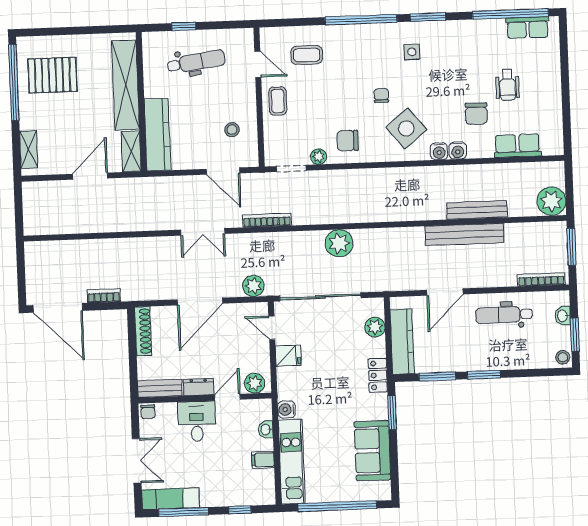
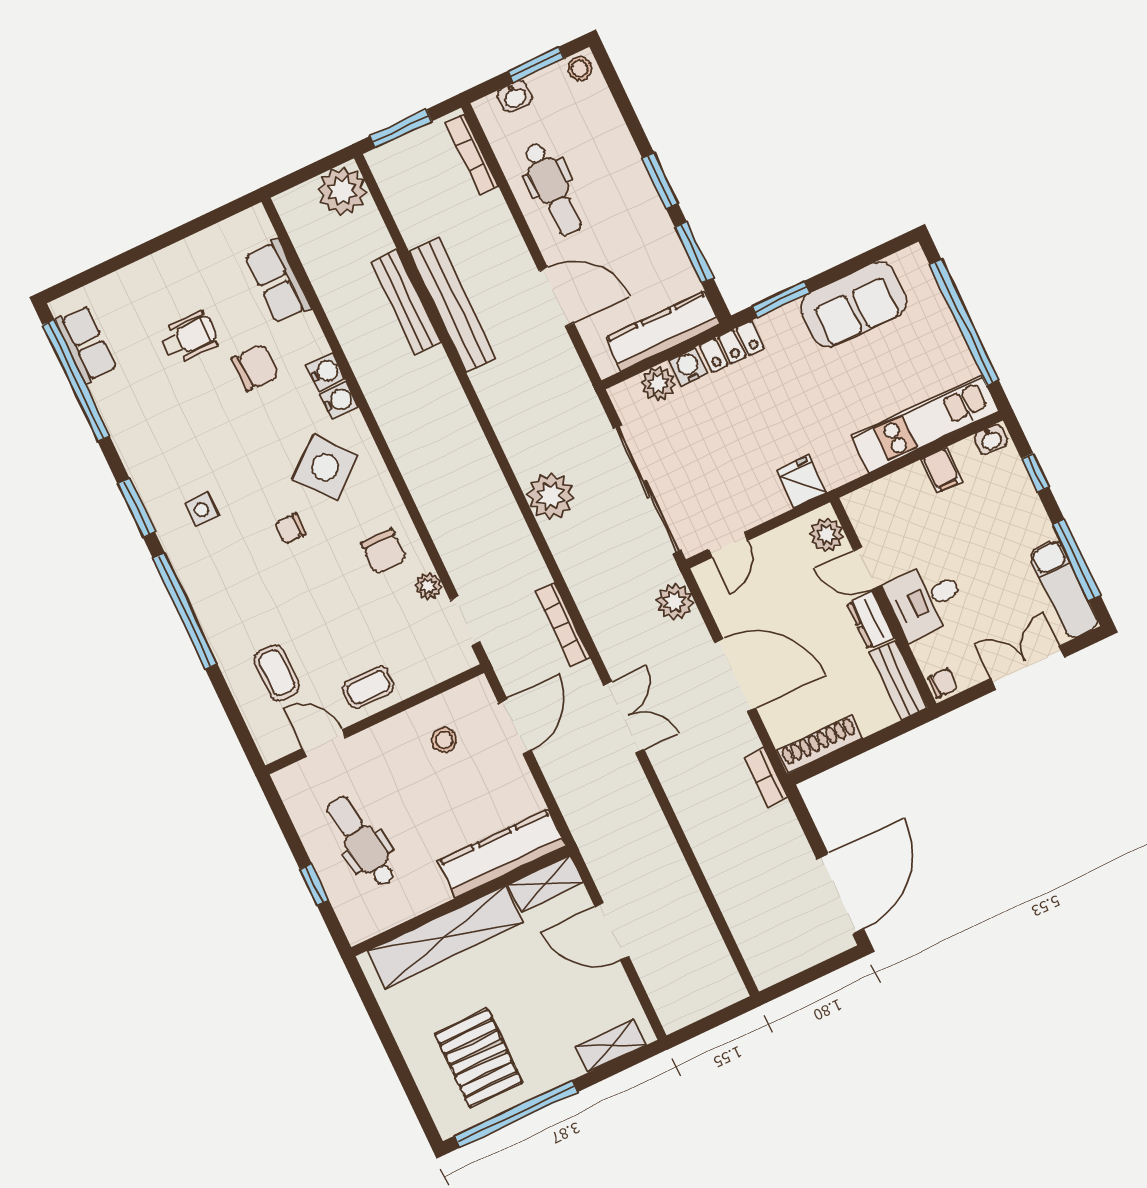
door: (258, 64) -> (324, 743), hinge flipped
bookcase: (104, 296) -> (766, 778), moved
fridge: (288, 356) -> (802, 481), moved
water cooler: (287, 410) -> (688, 367), moved, turned 180
washbasin: (266, 430) -> (991, 439), moved

